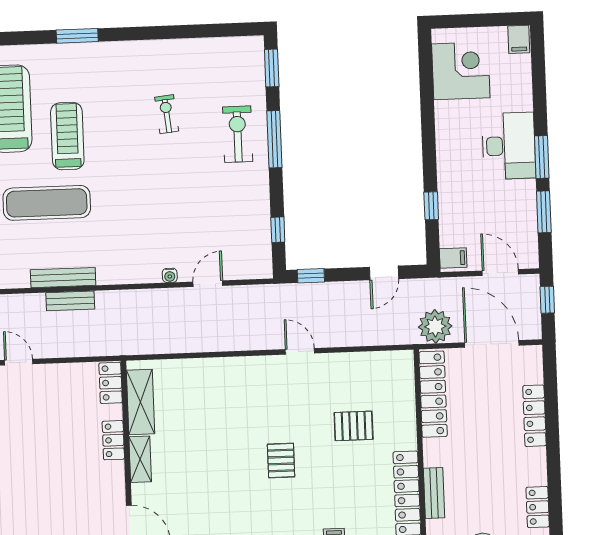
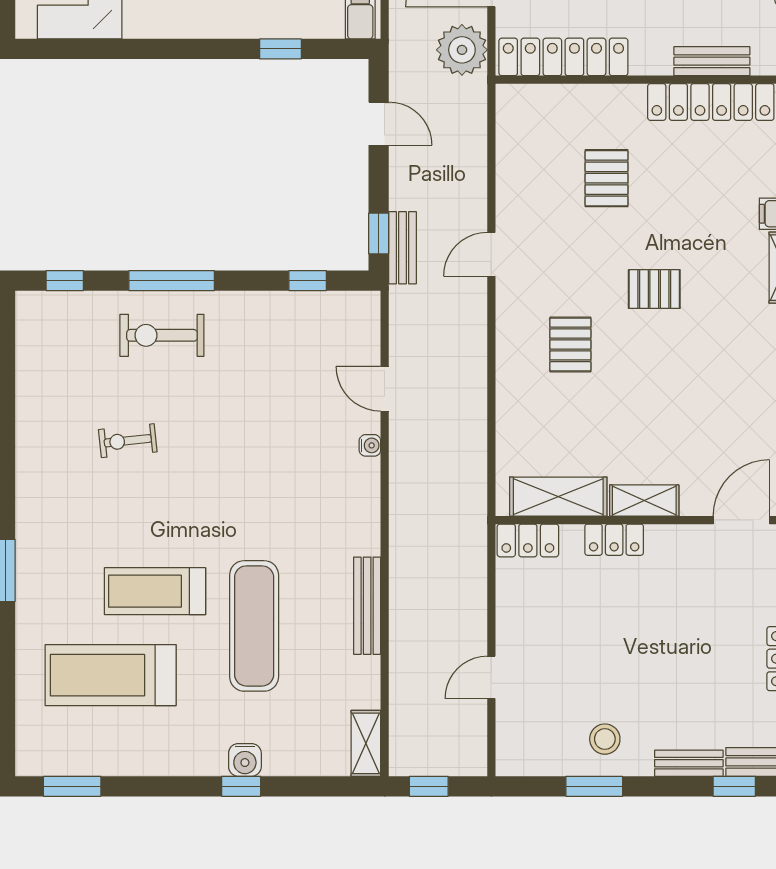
window: (272, 68) -> (65, 281), width x0.67
bench: (70, 301) -> (403, 248), moved
pallet: (242, 406) -> (570, 344), added

